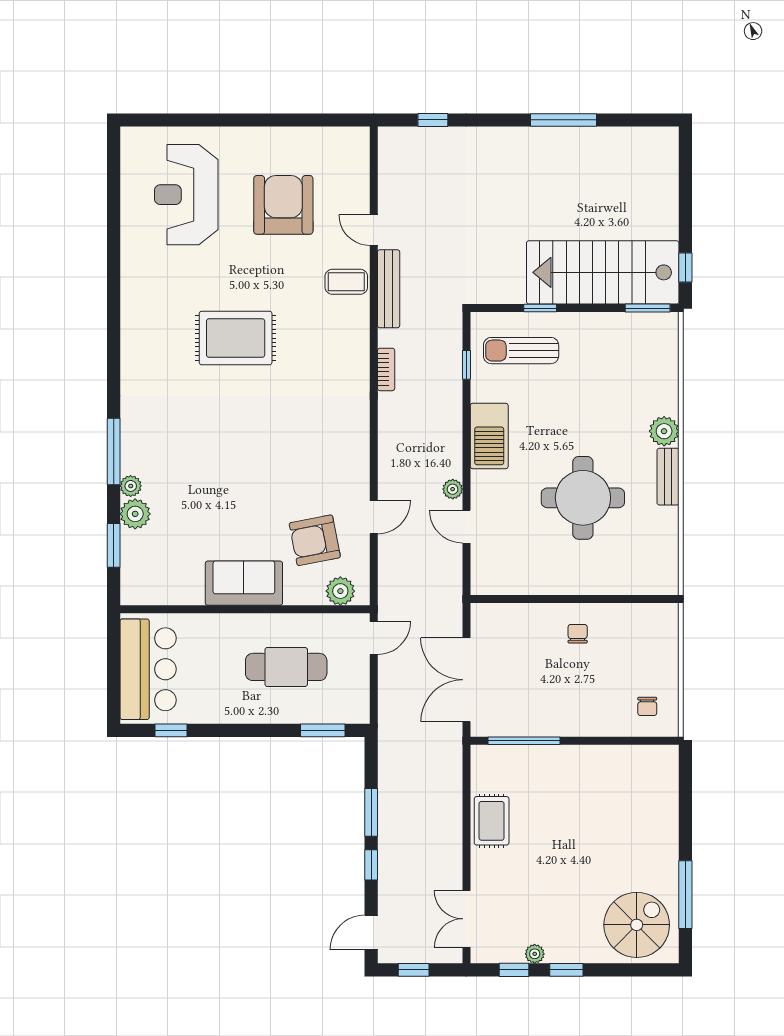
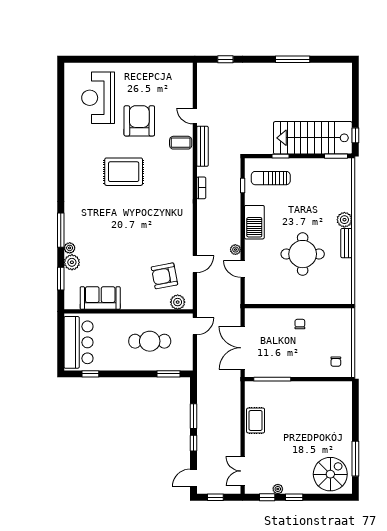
armchair: (283, 205) -> (139, 121), moved
sofa: (244, 583) -> (100, 298), moved

